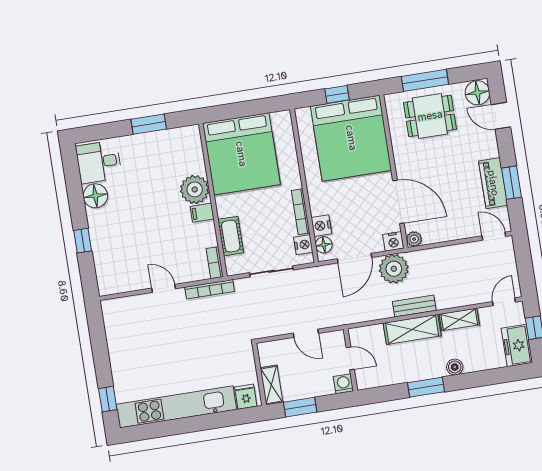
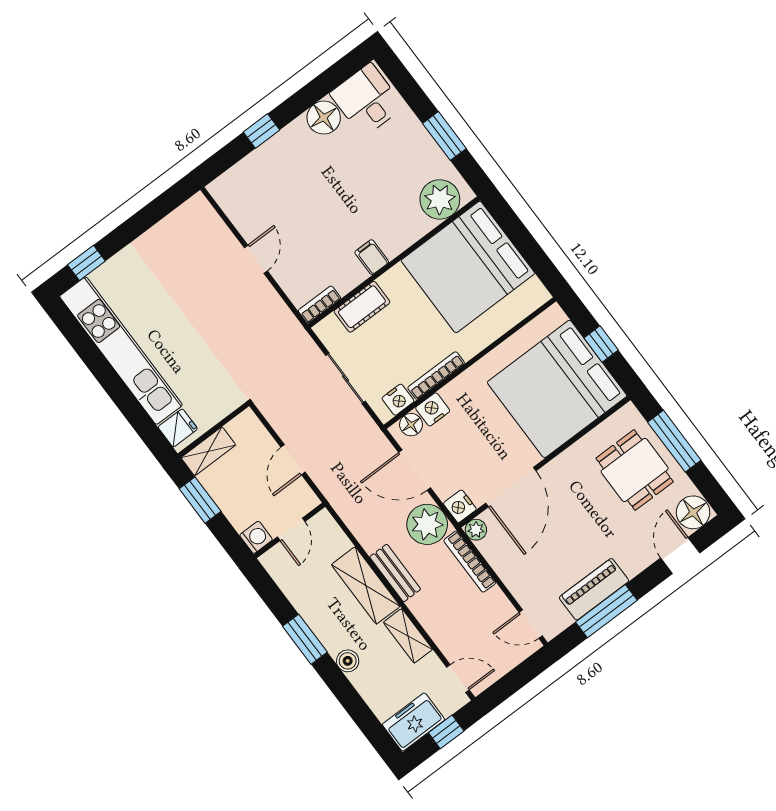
window: (511, 183) -> (606, 611), width x1.44
plant: (195, 189) -> (440, 199), moved
door: (494, 236) -> (531, 624), swing flipped
bookcase: (210, 289) -> (470, 562), moved

